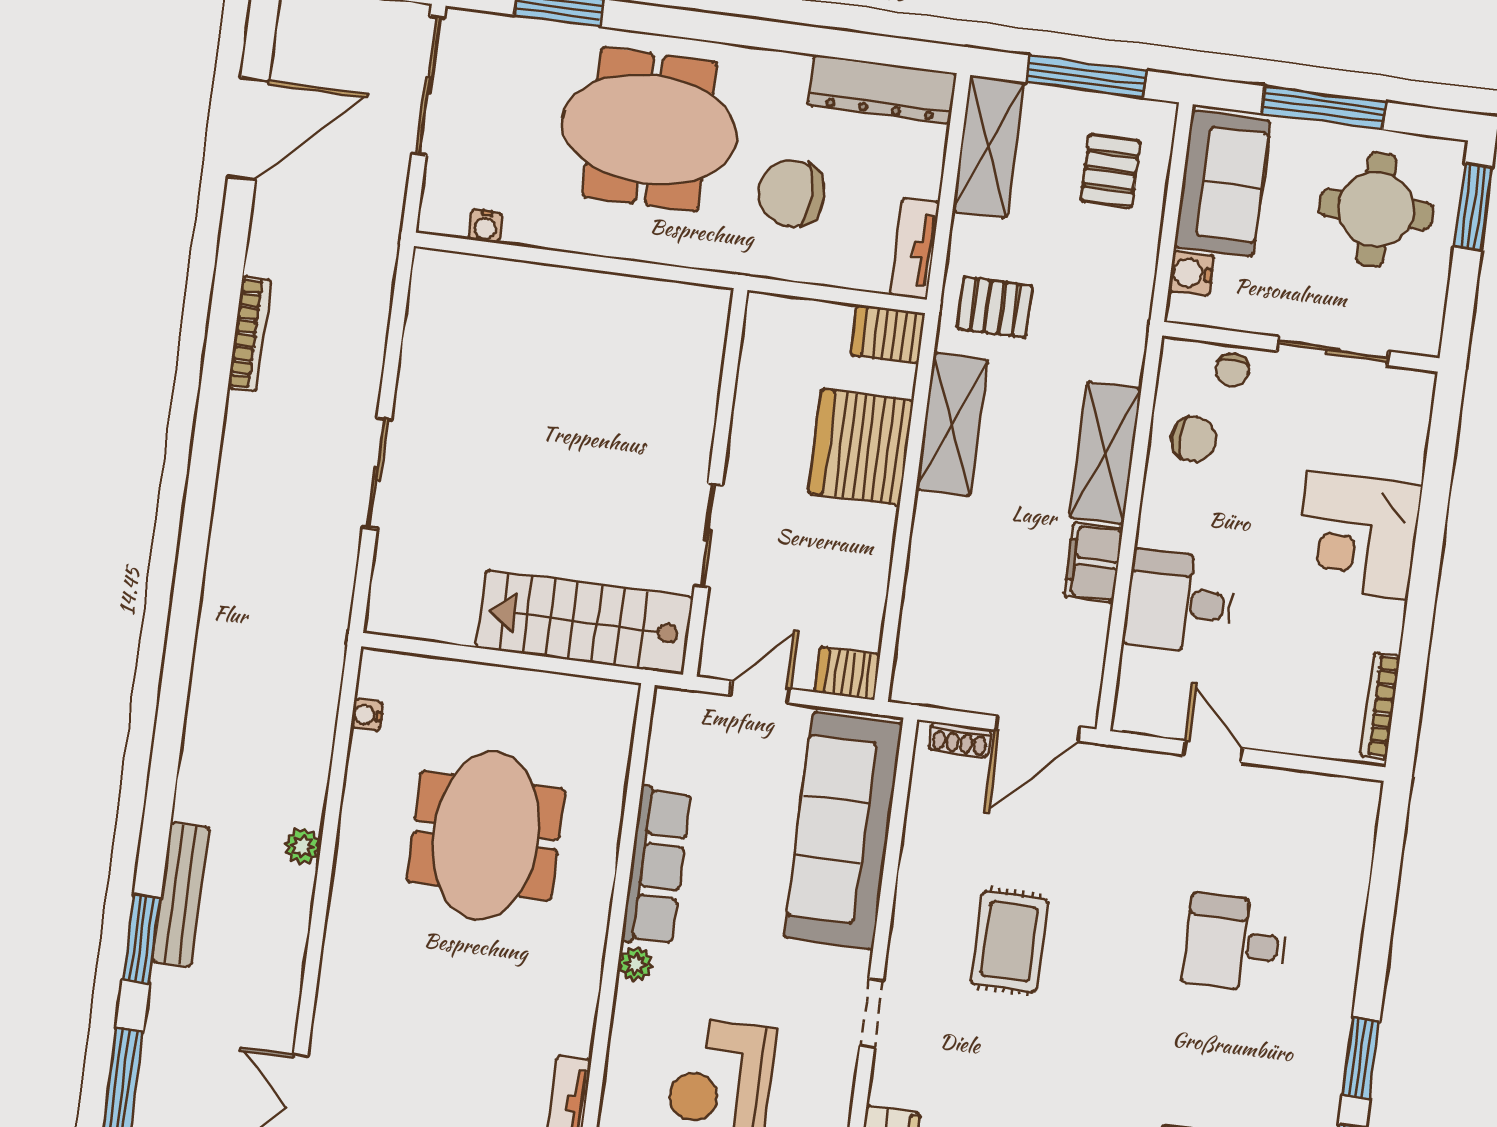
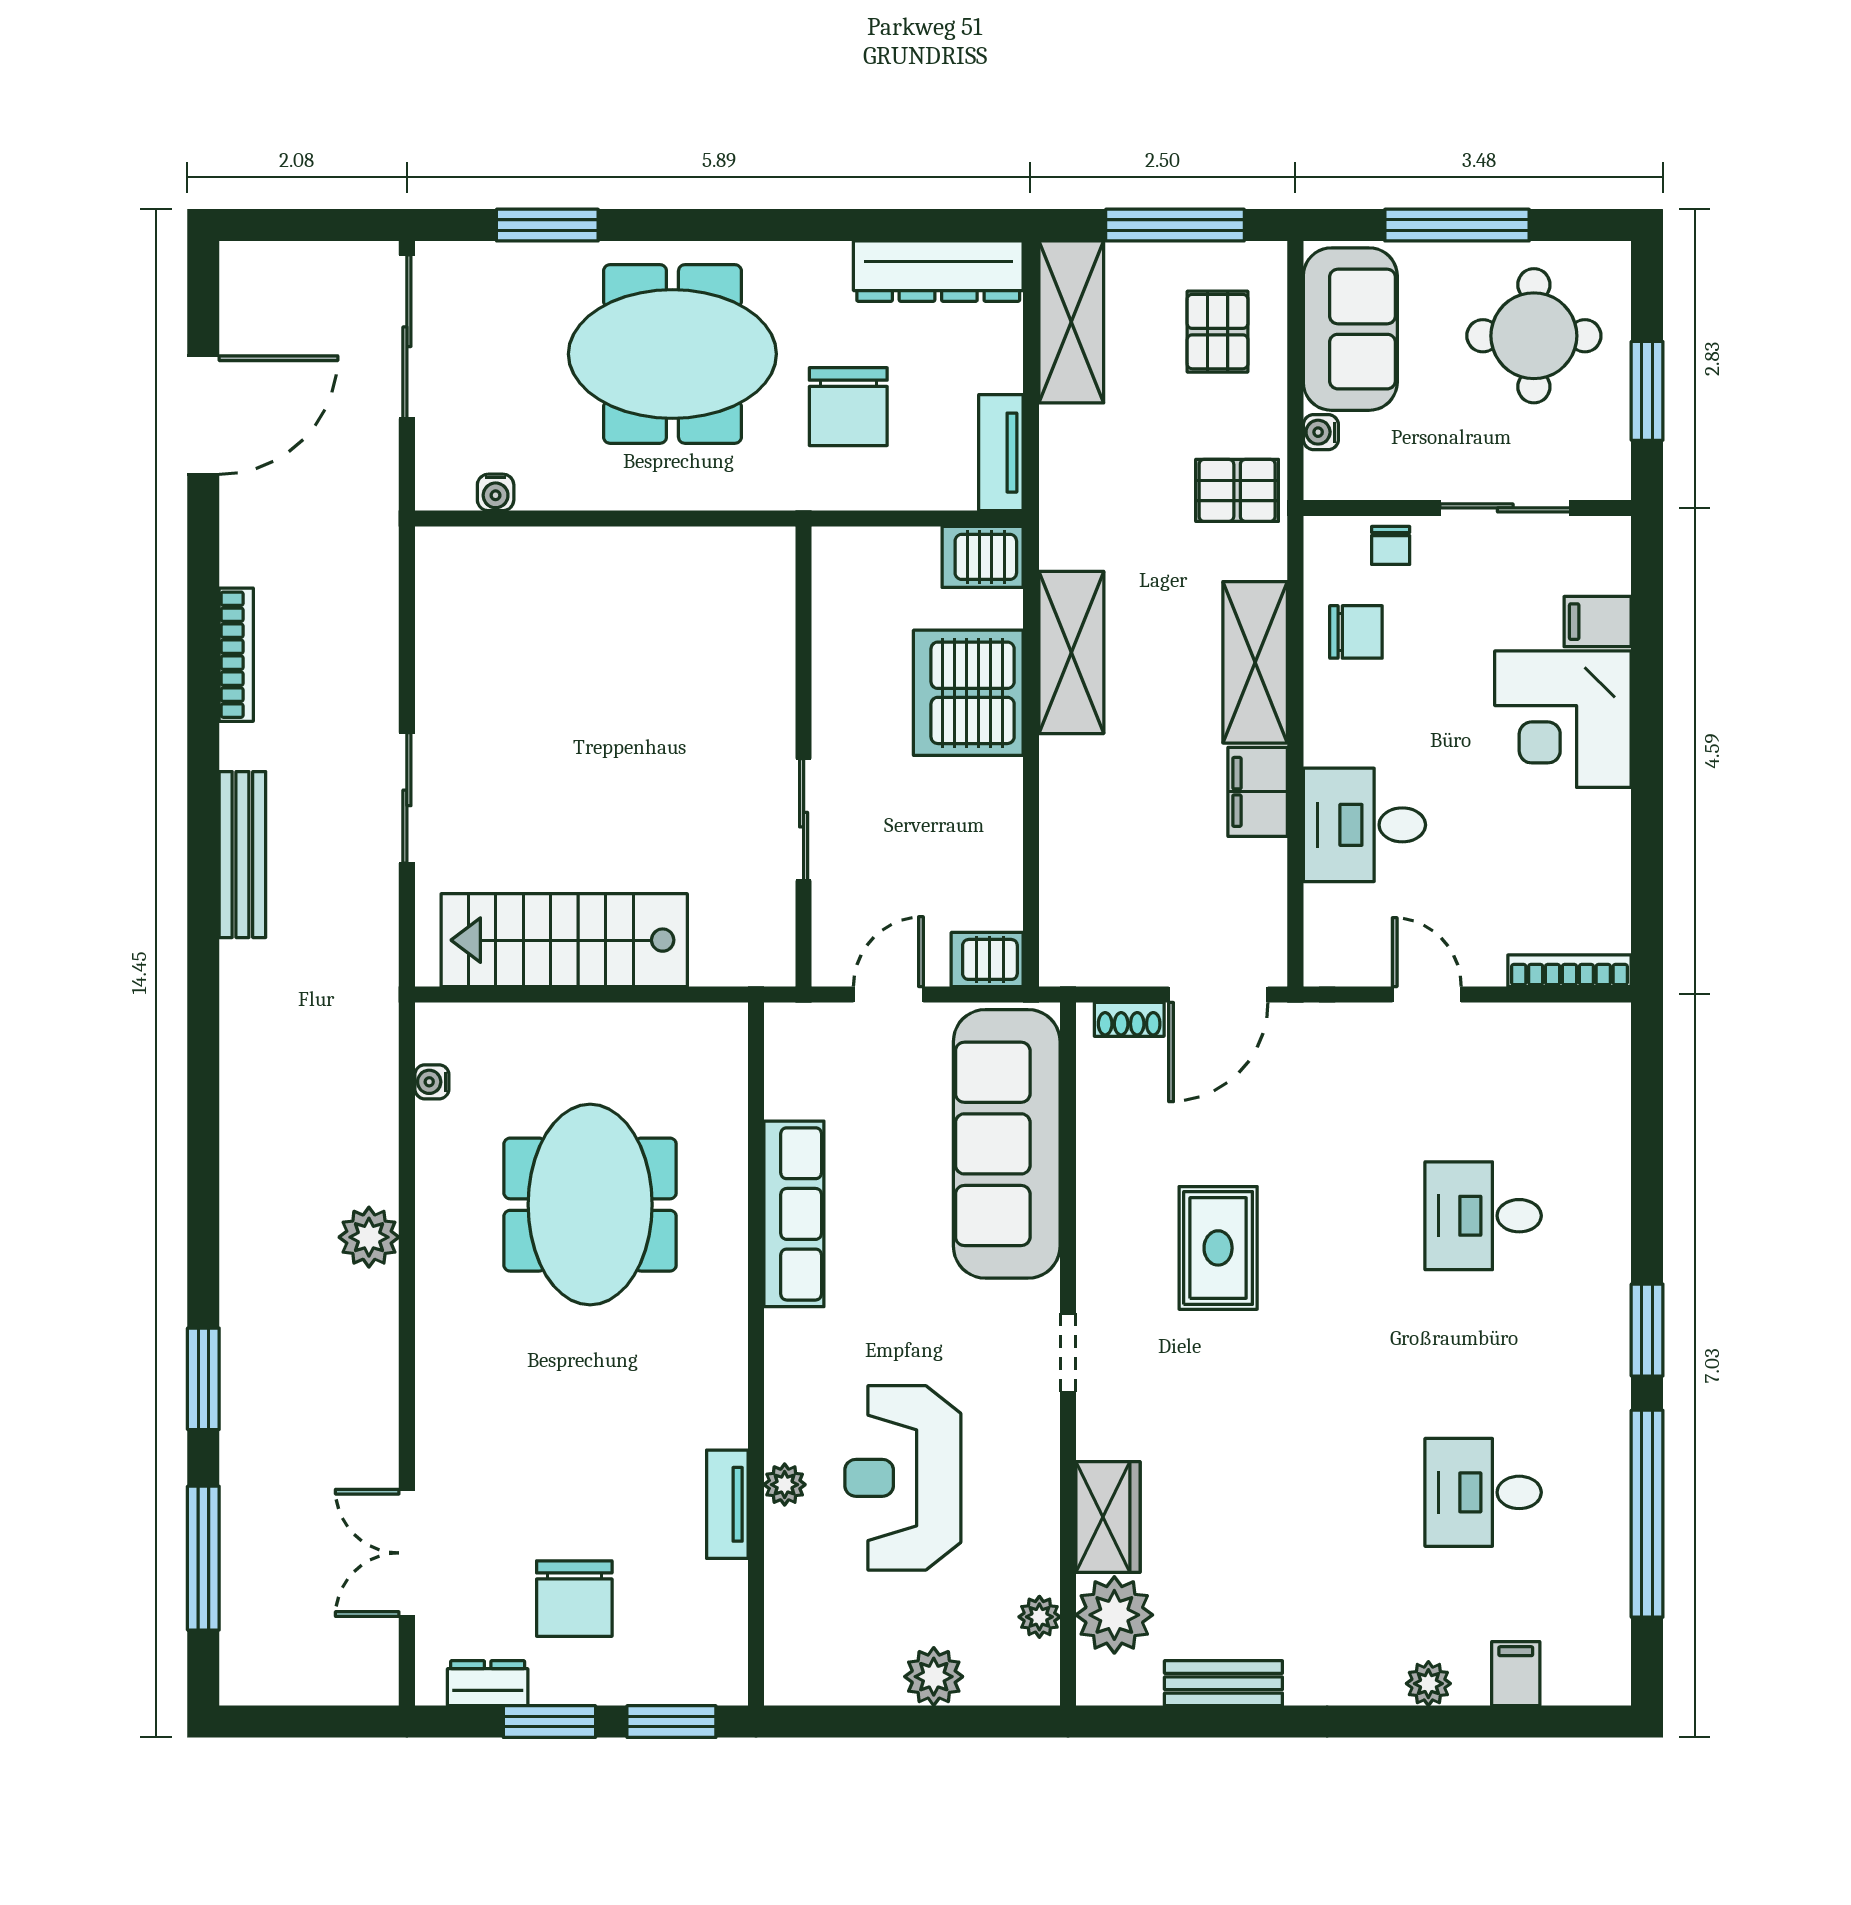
chair: (792, 193) -> (848, 407), turned -90
window: (1473, 207) -> (1647, 391), moved
water cooler: (1191, 273) -> (1321, 432), width x0.72, depth x0.72
pallet: (995, 307) -> (1237, 490), moved
filing cabinet: (1398, 457) -> (1598, 622), added
stairs: (585, 622) -> (564, 940), moved
bookcase: (1380, 706) -> (1569, 971), moved, turned 90
plant: (302, 846) -> (369, 1237), width x1.38, depth x1.38
bench: (181, 895) -> (242, 855), moved
plant: (636, 964) -> (785, 1485), moved

